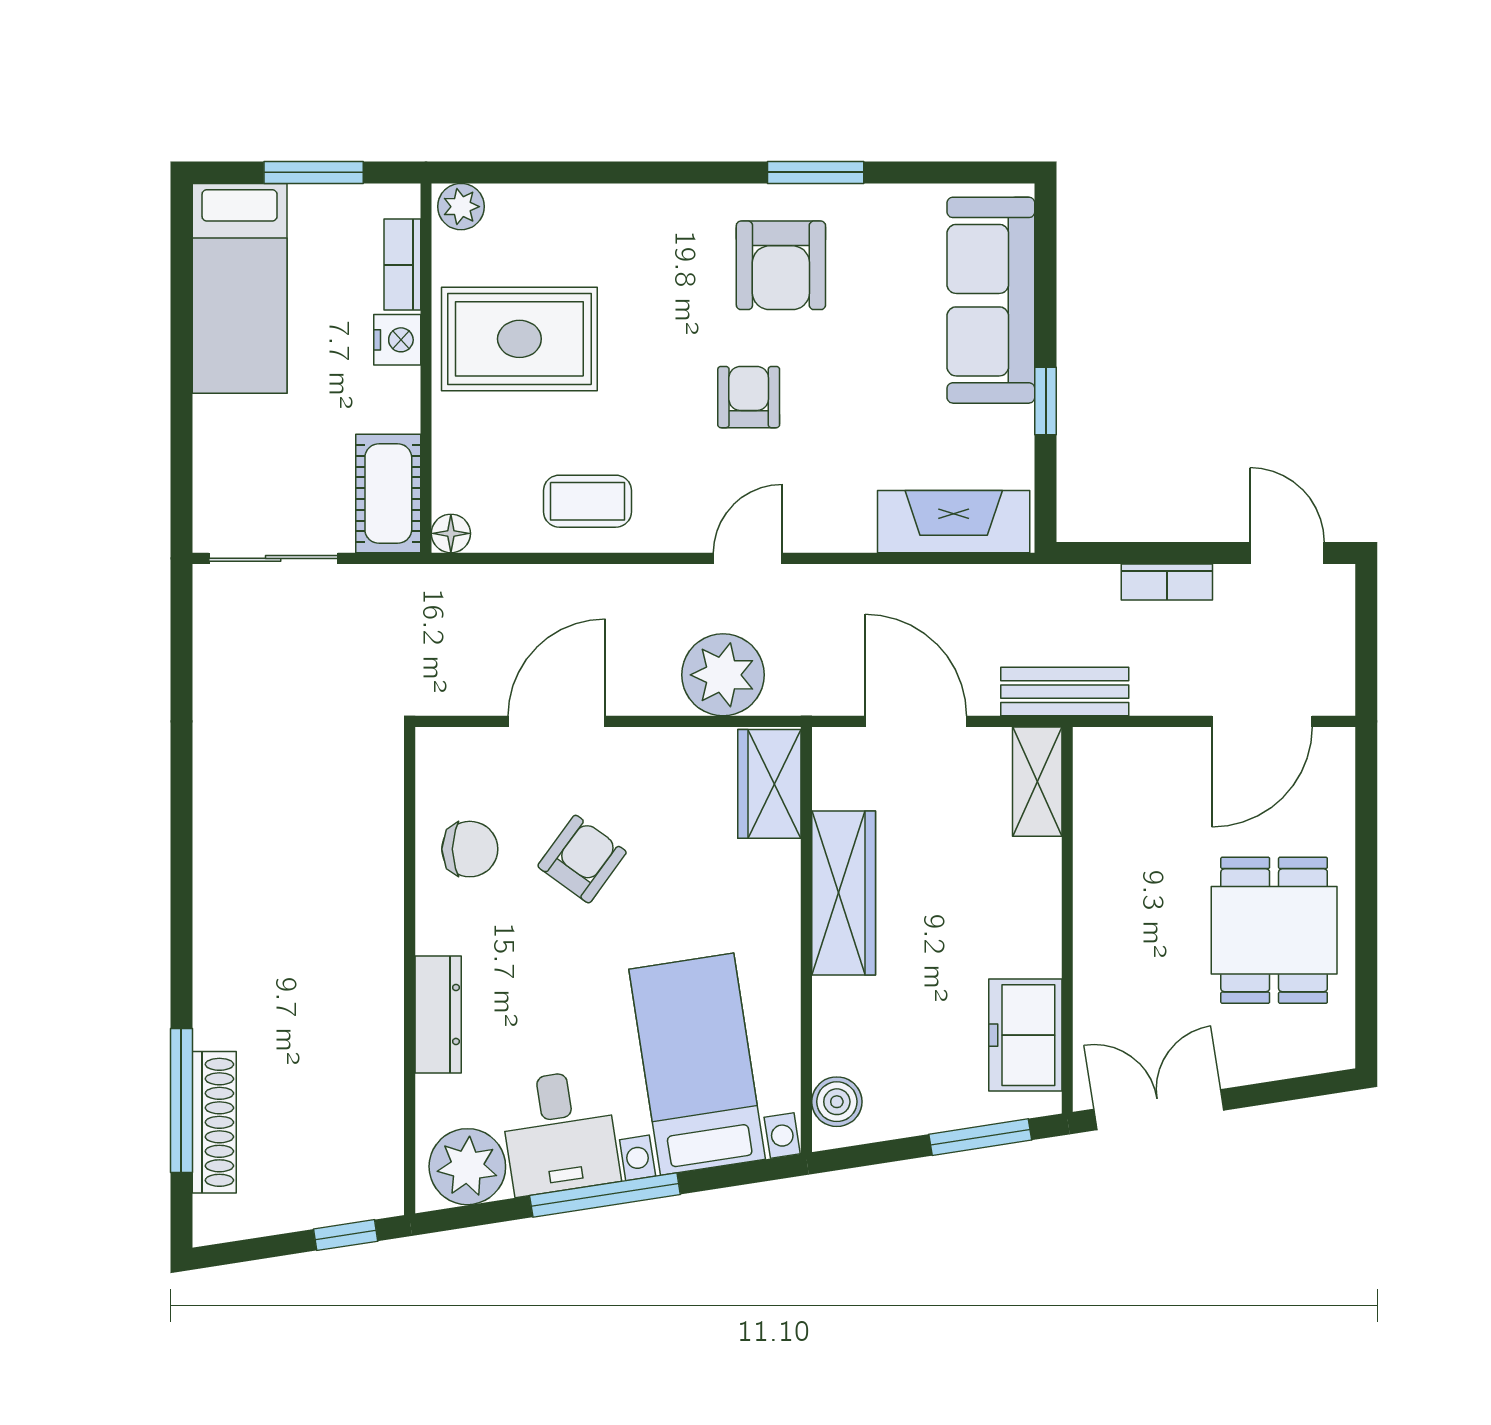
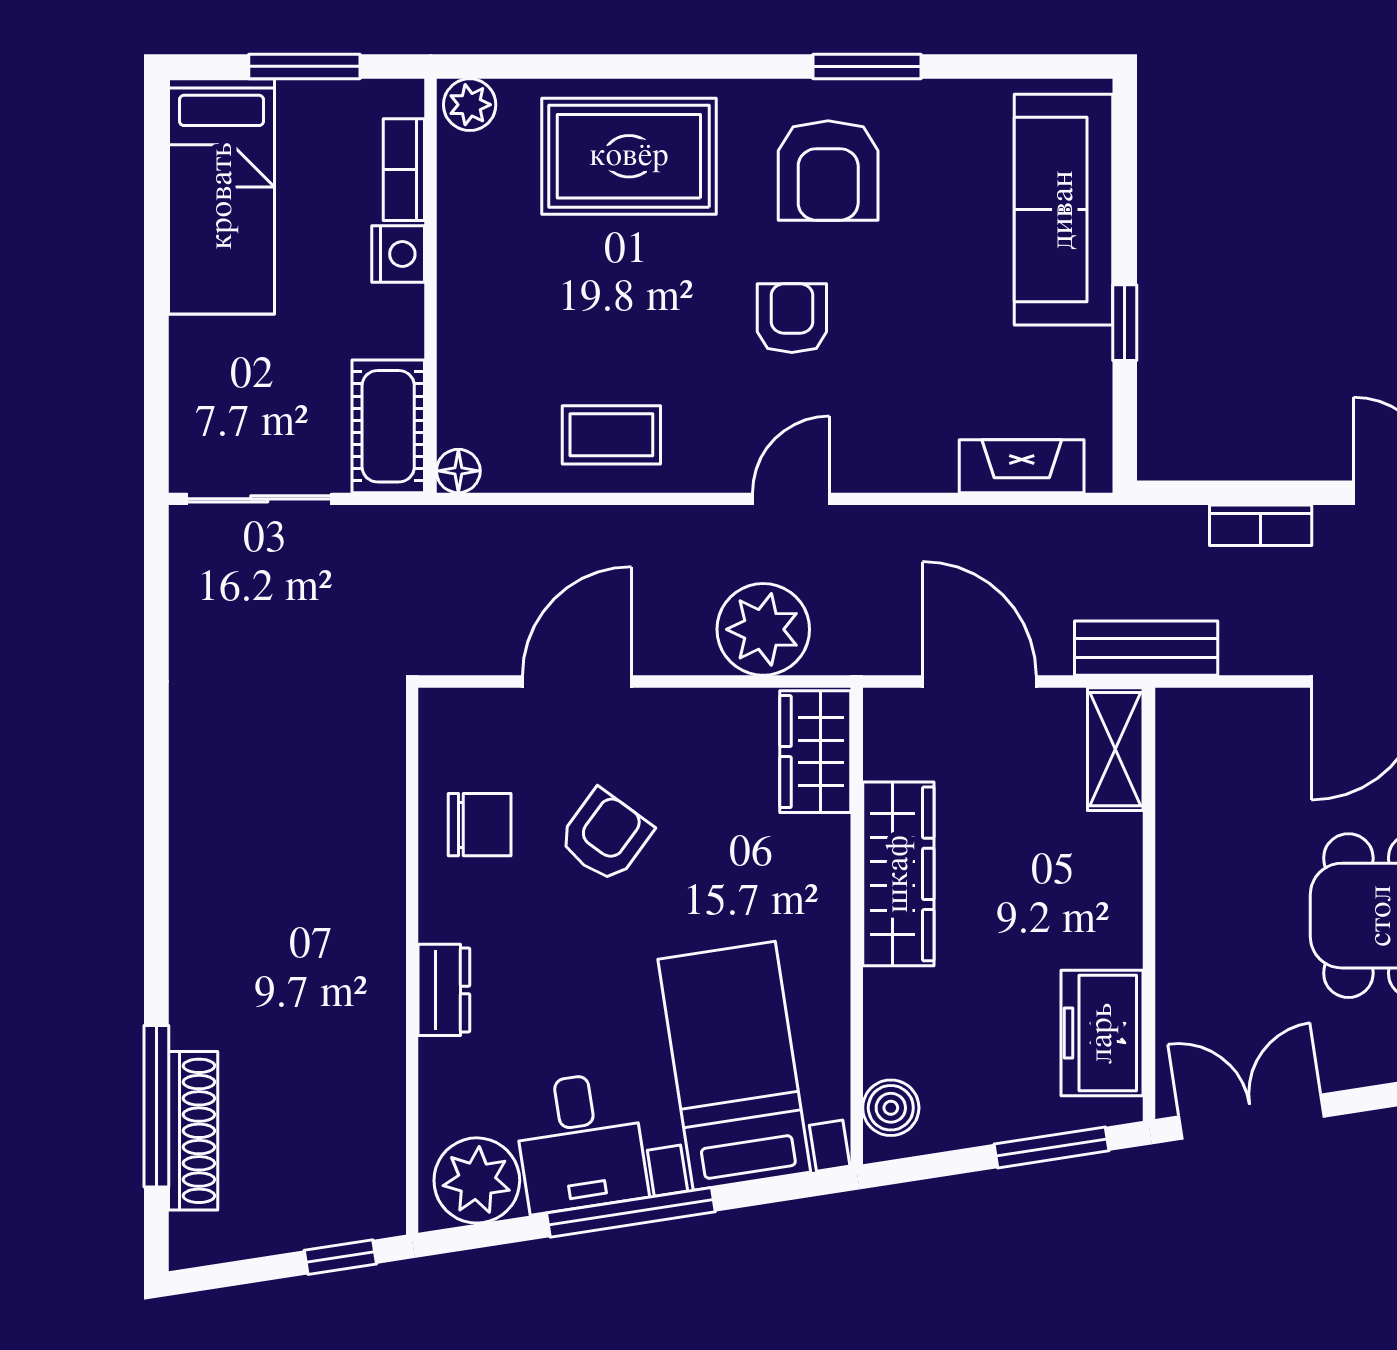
rug: (519, 339) -> (629, 156), moved
fireplace: (954, 522) -> (1022, 466), width x0.73, depth x0.76
dresser: (438, 1014) -> (444, 990), width x0.70

